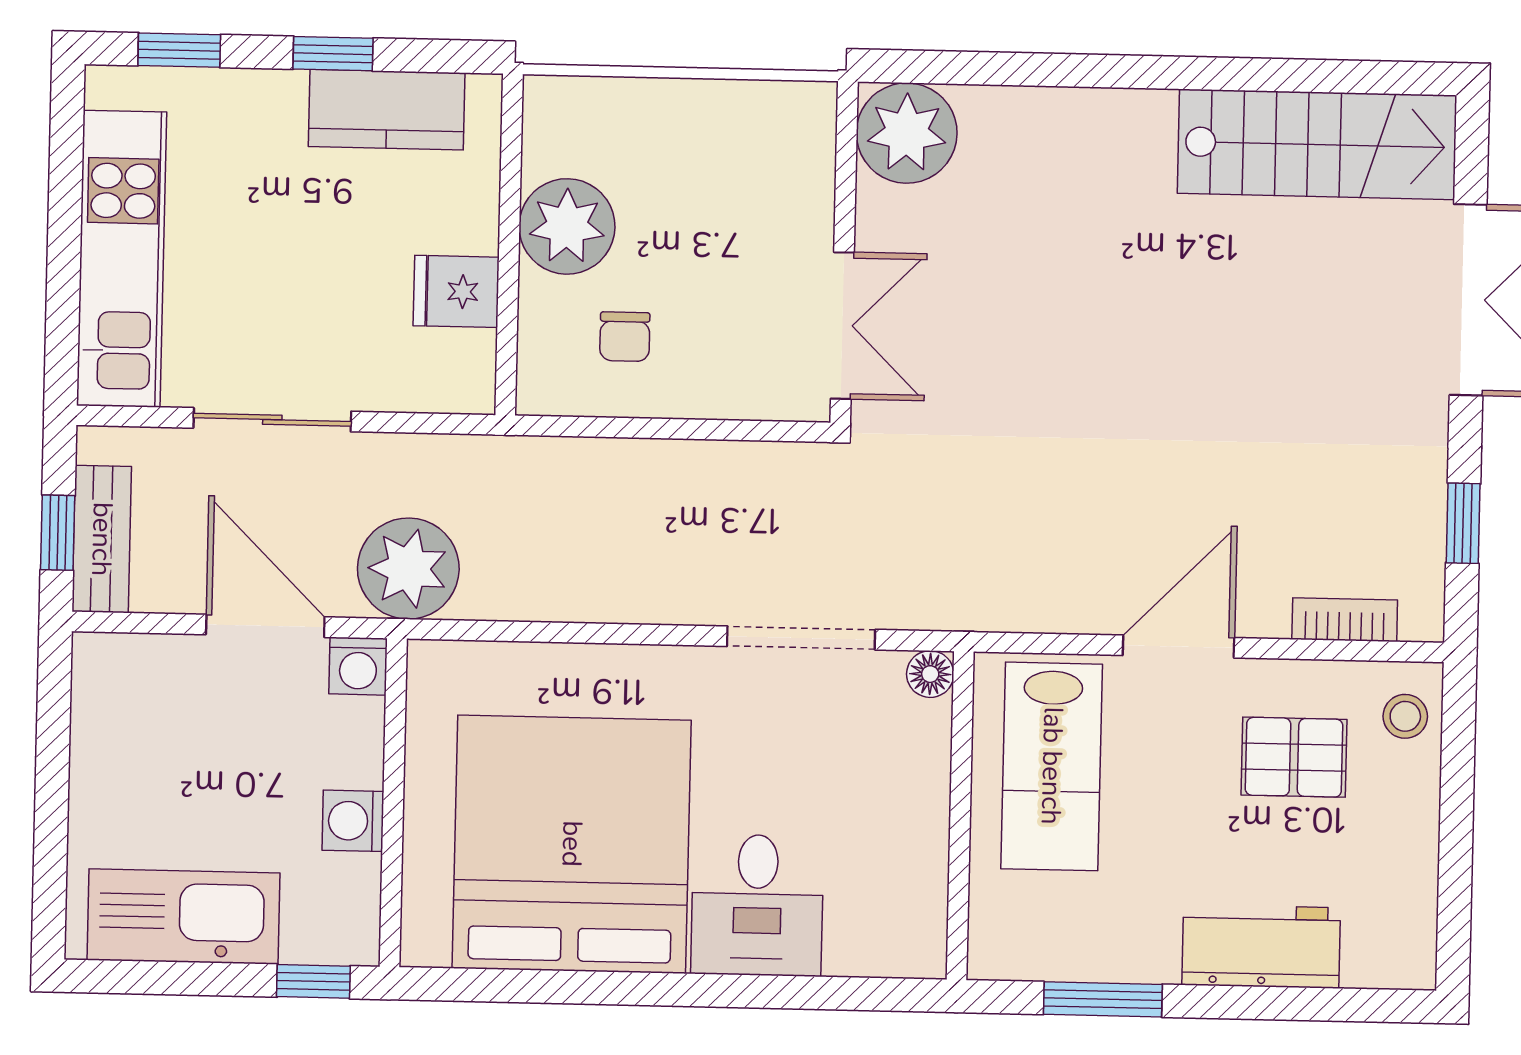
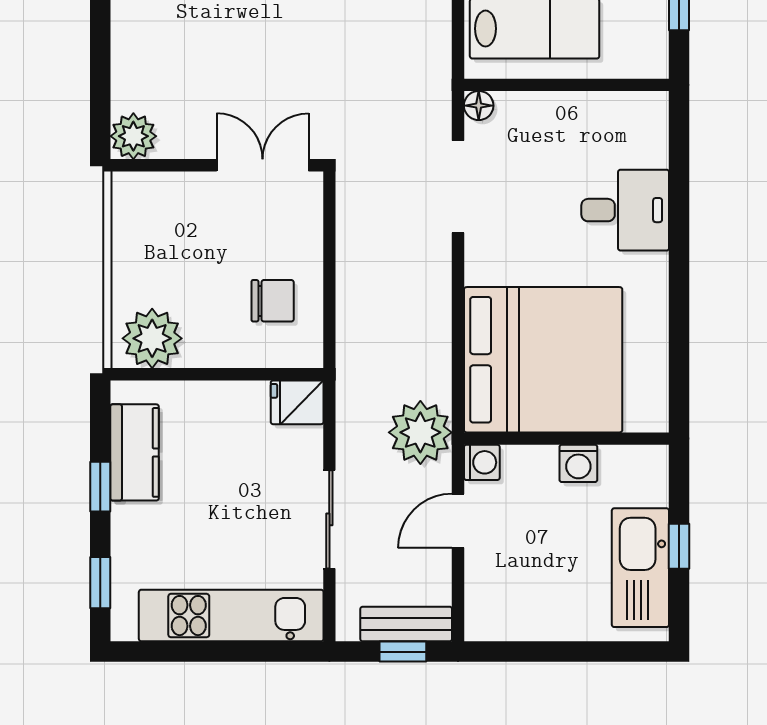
plant: (907, 133) -> (133, 136), width x0.73, depth x0.73
plant: (567, 226) -> (152, 338), moved
fridge: (456, 291) -> (297, 402), moved, turned 90
chair: (625, 337) -> (273, 301), width x1.37, depth x1.37
door: (265, 626) -> (458, 521), width x0.73
bed: (572, 844) -> (543, 360), moved, turned 180
window: (313, 981) -> (679, 546), moved

